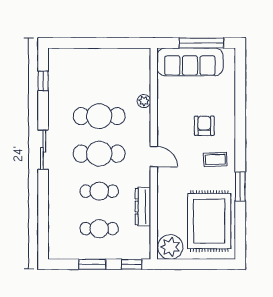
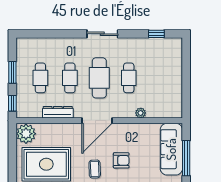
cafe table: (99, 116) -> (129, 78), width x0.73, depth x0.74
door: (154, 157) -> (97, 121), width x1.88

